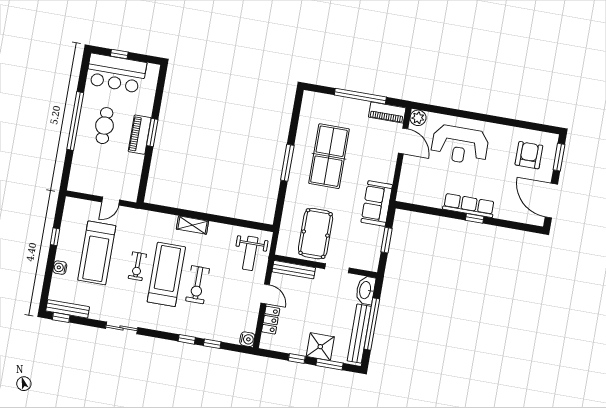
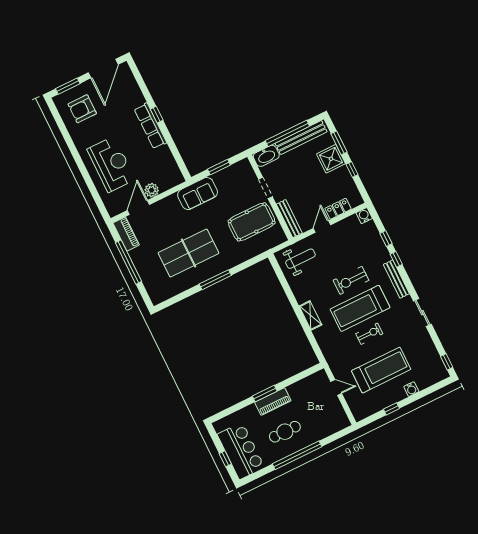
plant: (418, 118) -> (152, 190), moved
exercise bike: (198, 285) -> (351, 280), turned 180
bench: (68, 309) -> (396, 279), moved

